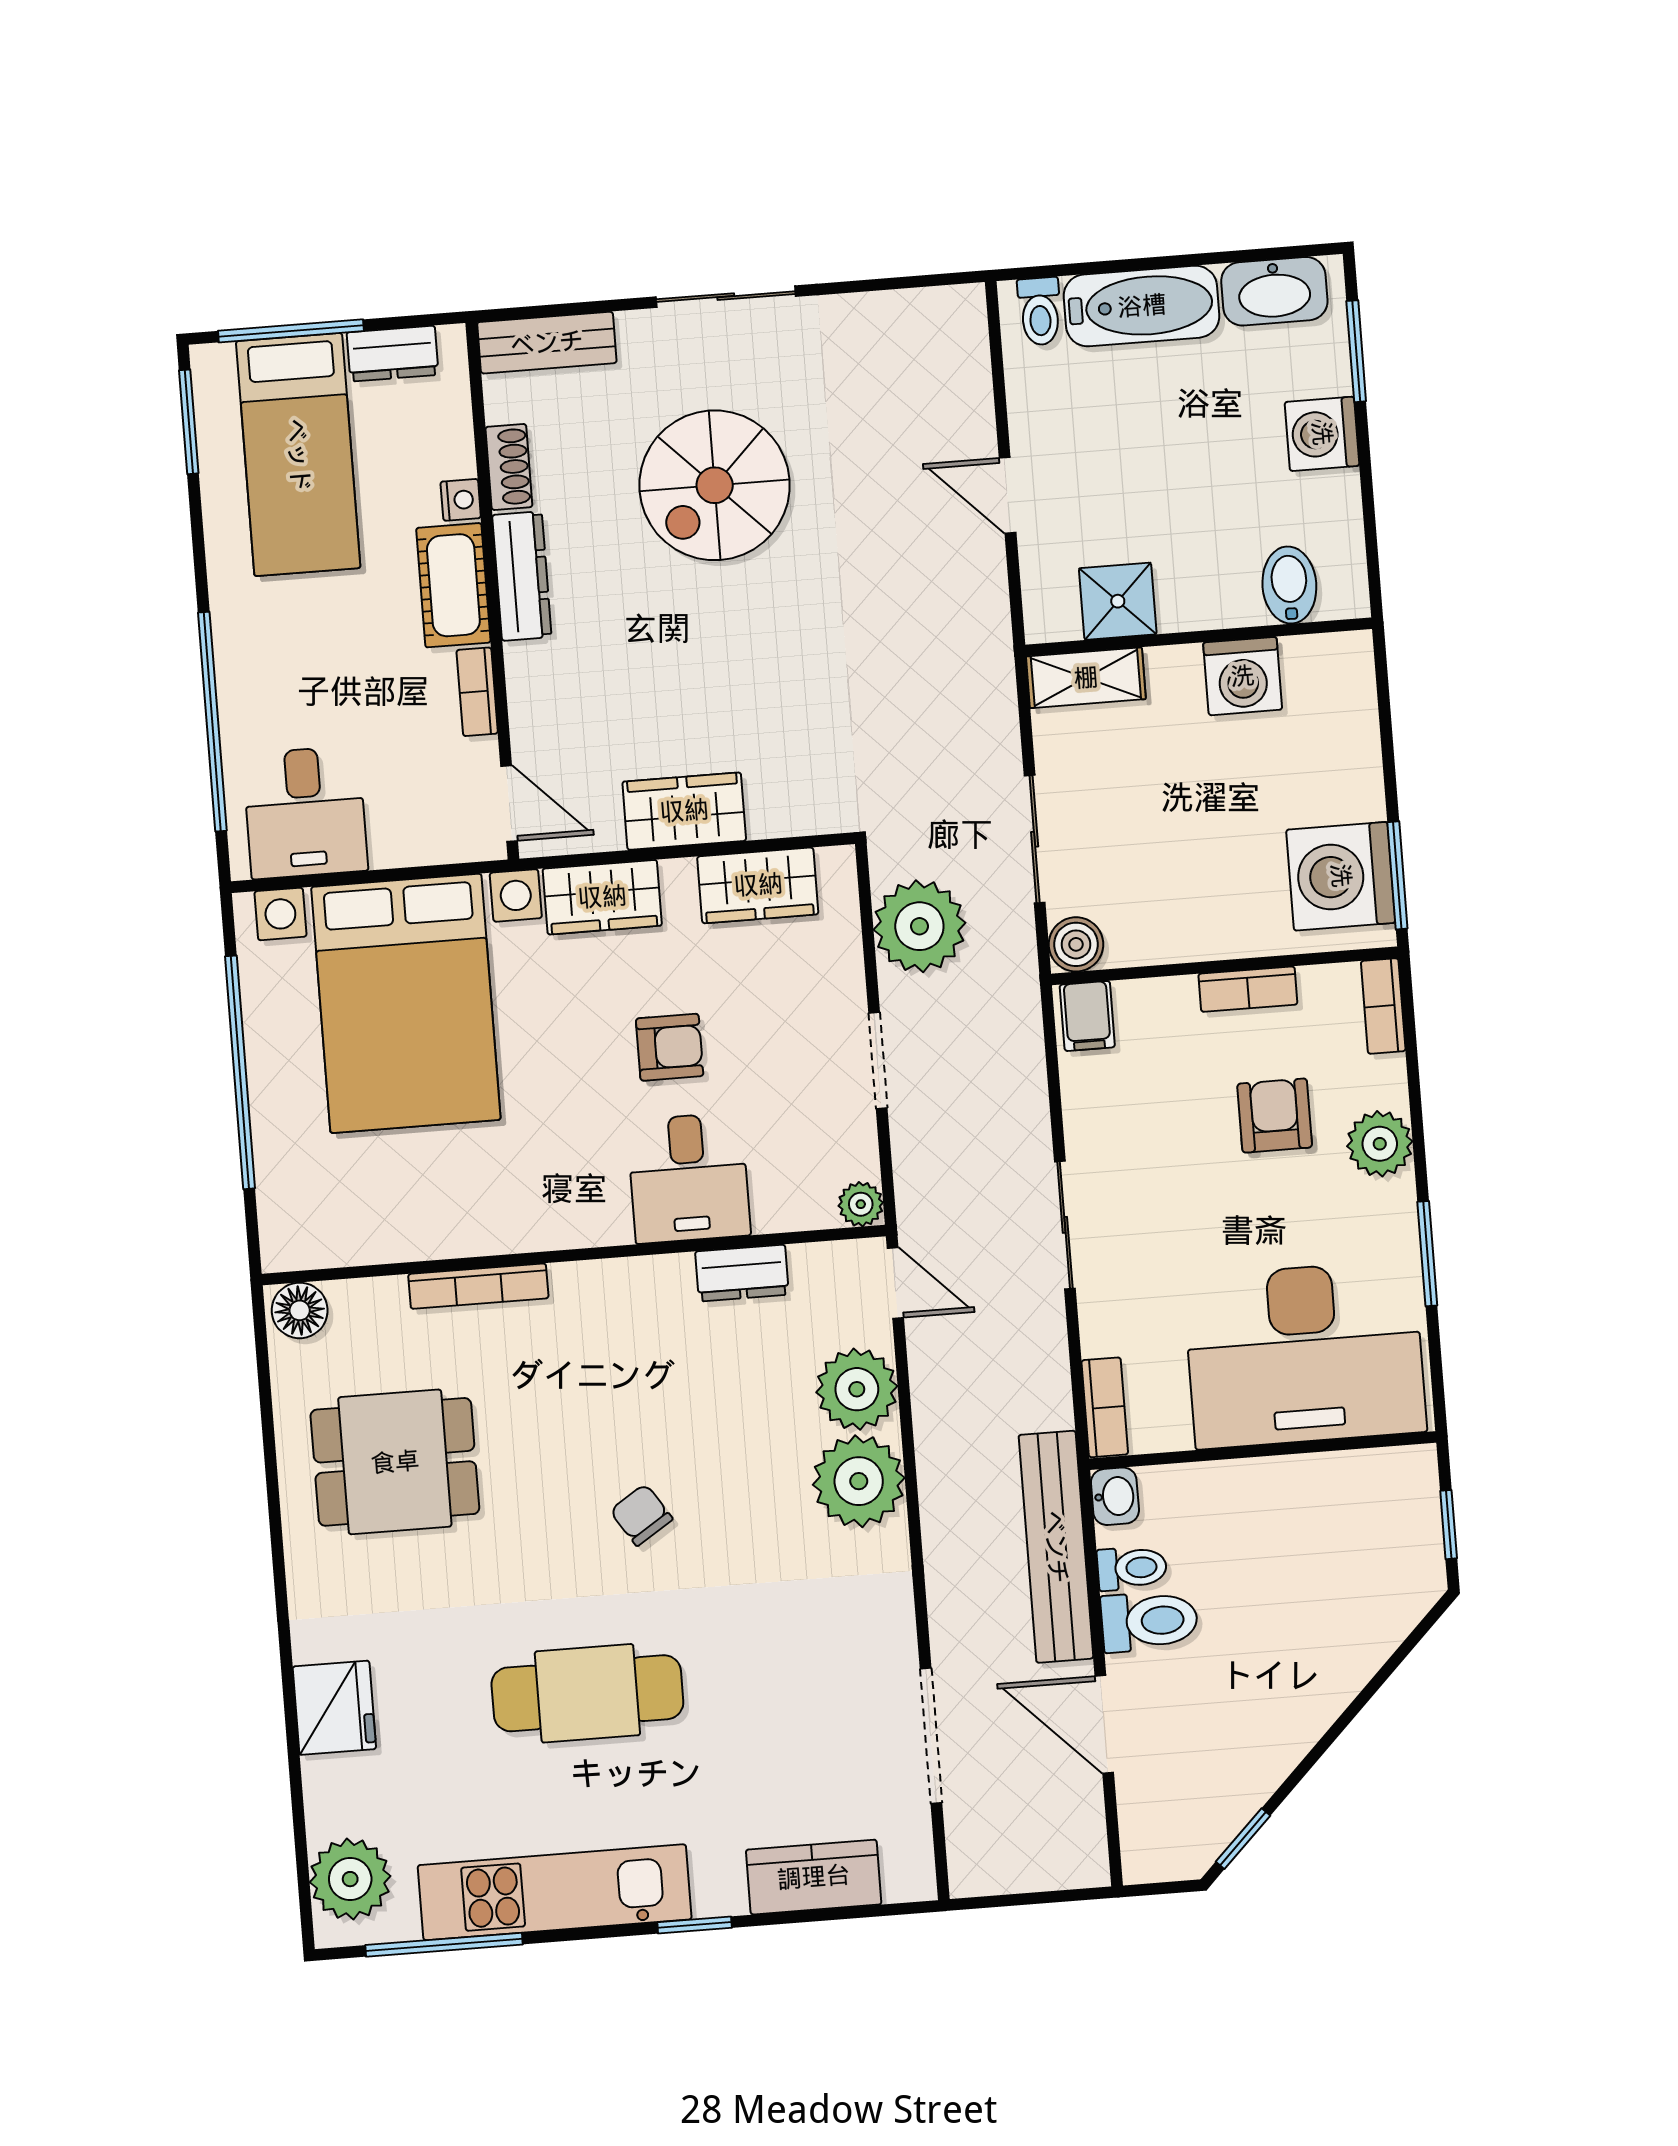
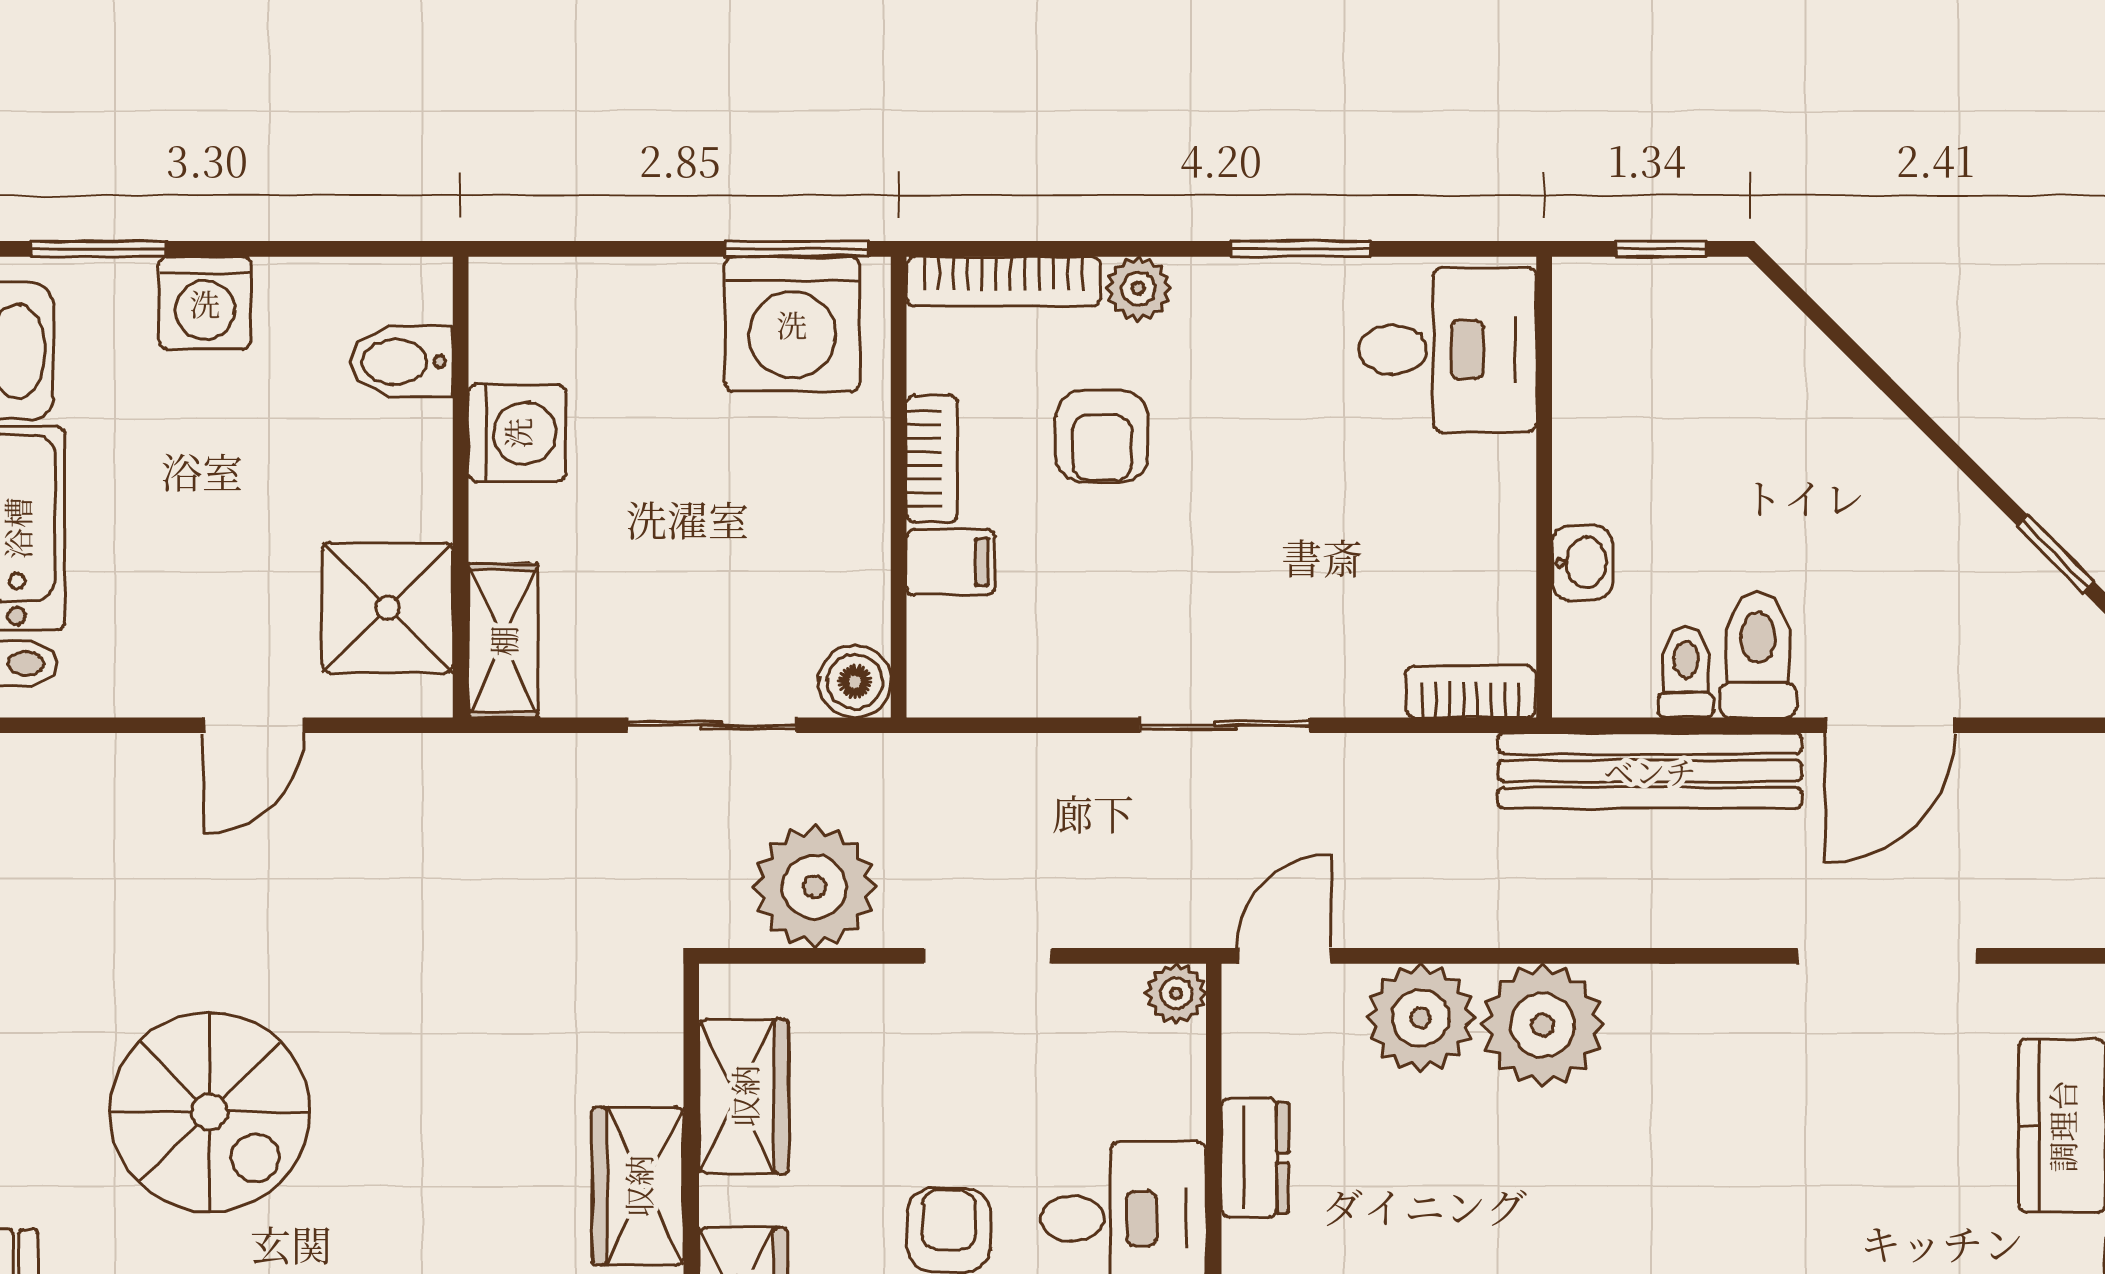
shower: (1118, 601) -> (388, 608), width x1.36, depth x1.36
bookcase: (1383, 1006) -> (1003, 281), width x1.56
filing cabinet: (1087, 1016) -> (951, 562), moved
armchair: (1275, 1116) -> (1102, 436), turned -90
plant: (1380, 1144) -> (1138, 288), width x0.73, depth x0.73
desk: (1305, 1354) -> (1448, 350), width x0.53, depth x0.77
washbasin: (1115, 1496) -> (1582, 563), moved, turned 90

